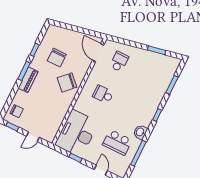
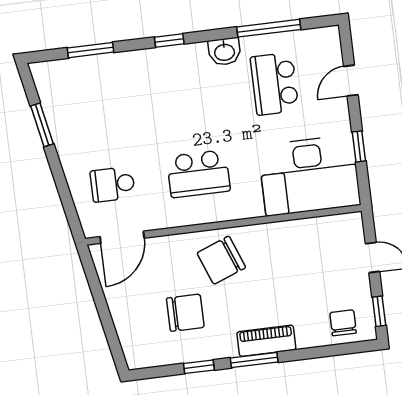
chair: (67, 82) -> (221, 260), turned 114
school desk: (103, 94) -> (198, 174), width x1.85
school desk: (117, 142) -> (275, 84), turned 180

